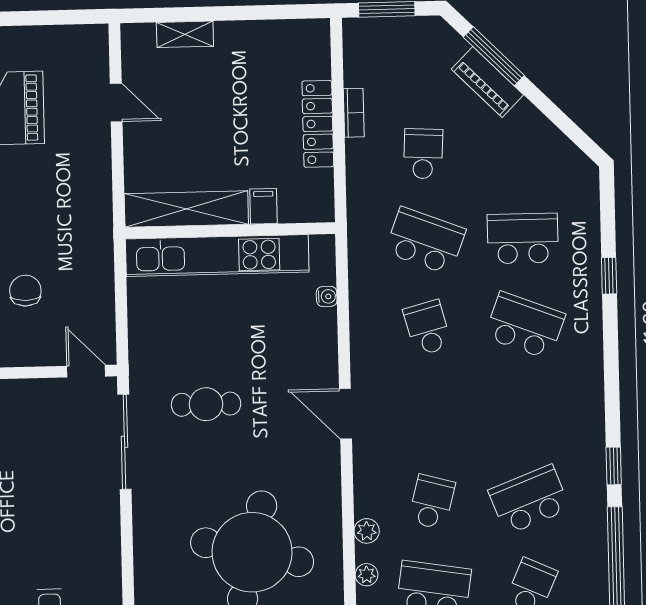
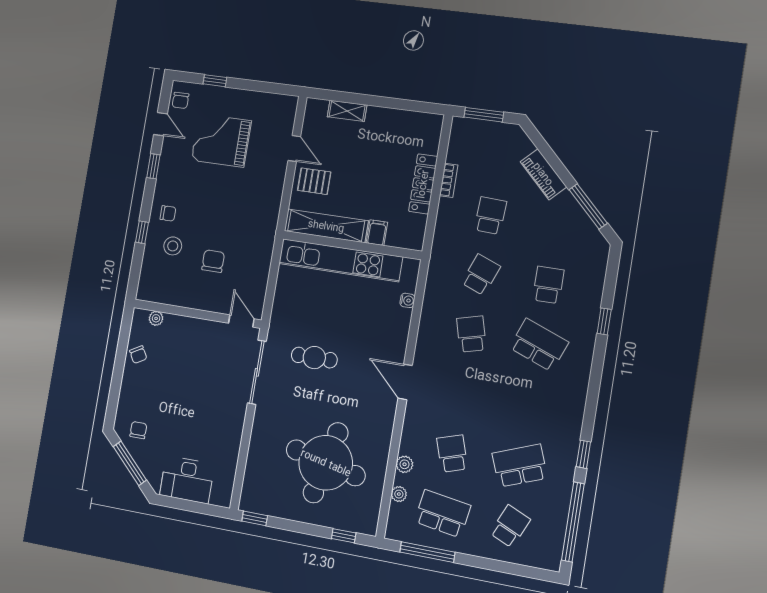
window: (494, 56) -> (588, 206), moved
pallet: (156, 146) -> (314, 181), added
school desk: (523, 238) -> (548, 285), width x0.54
school desk: (425, 241) -> (481, 275), width x0.54
school desk: (432, 502) -> (452, 454), turned -33

